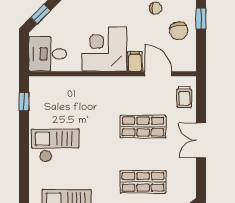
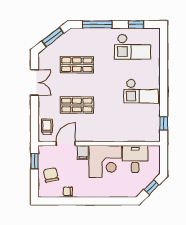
window: (201, 18) -> (35, 161), moved
desk: (48, 54) -> (135, 159), moved, turned -90
door: (158, 74) -> (66, 144), swing flipped
double door: (201, 140) -> (35, 82), moved

